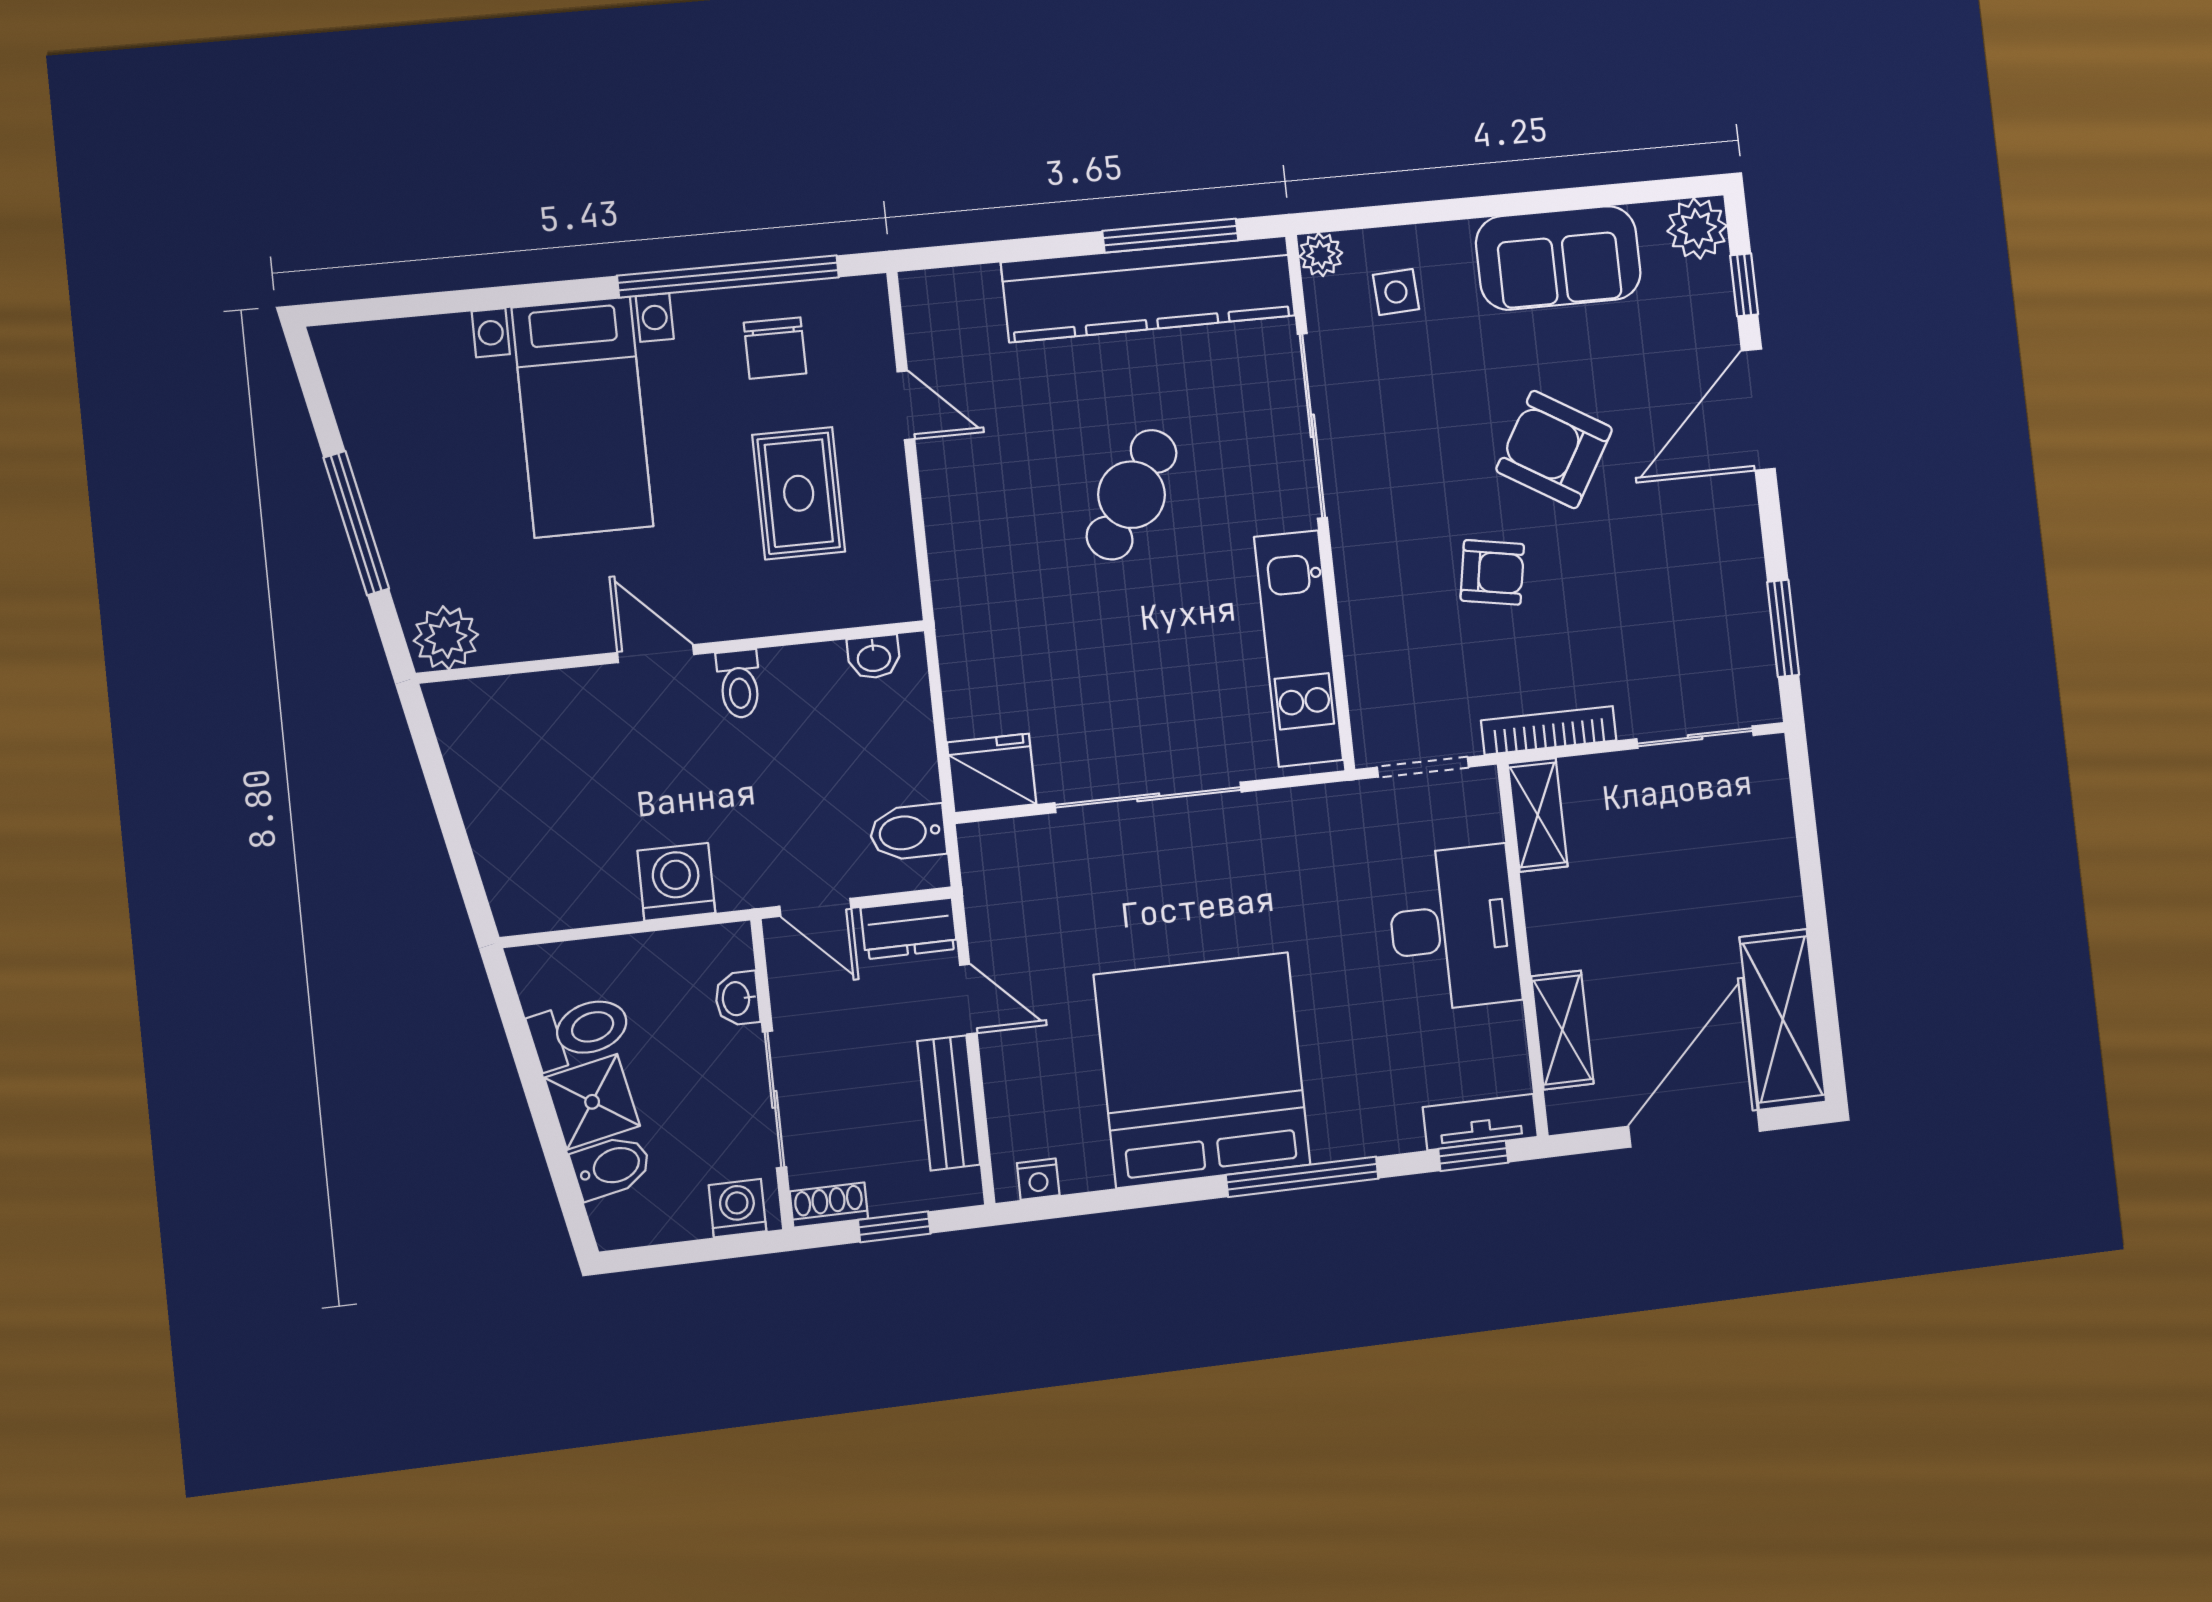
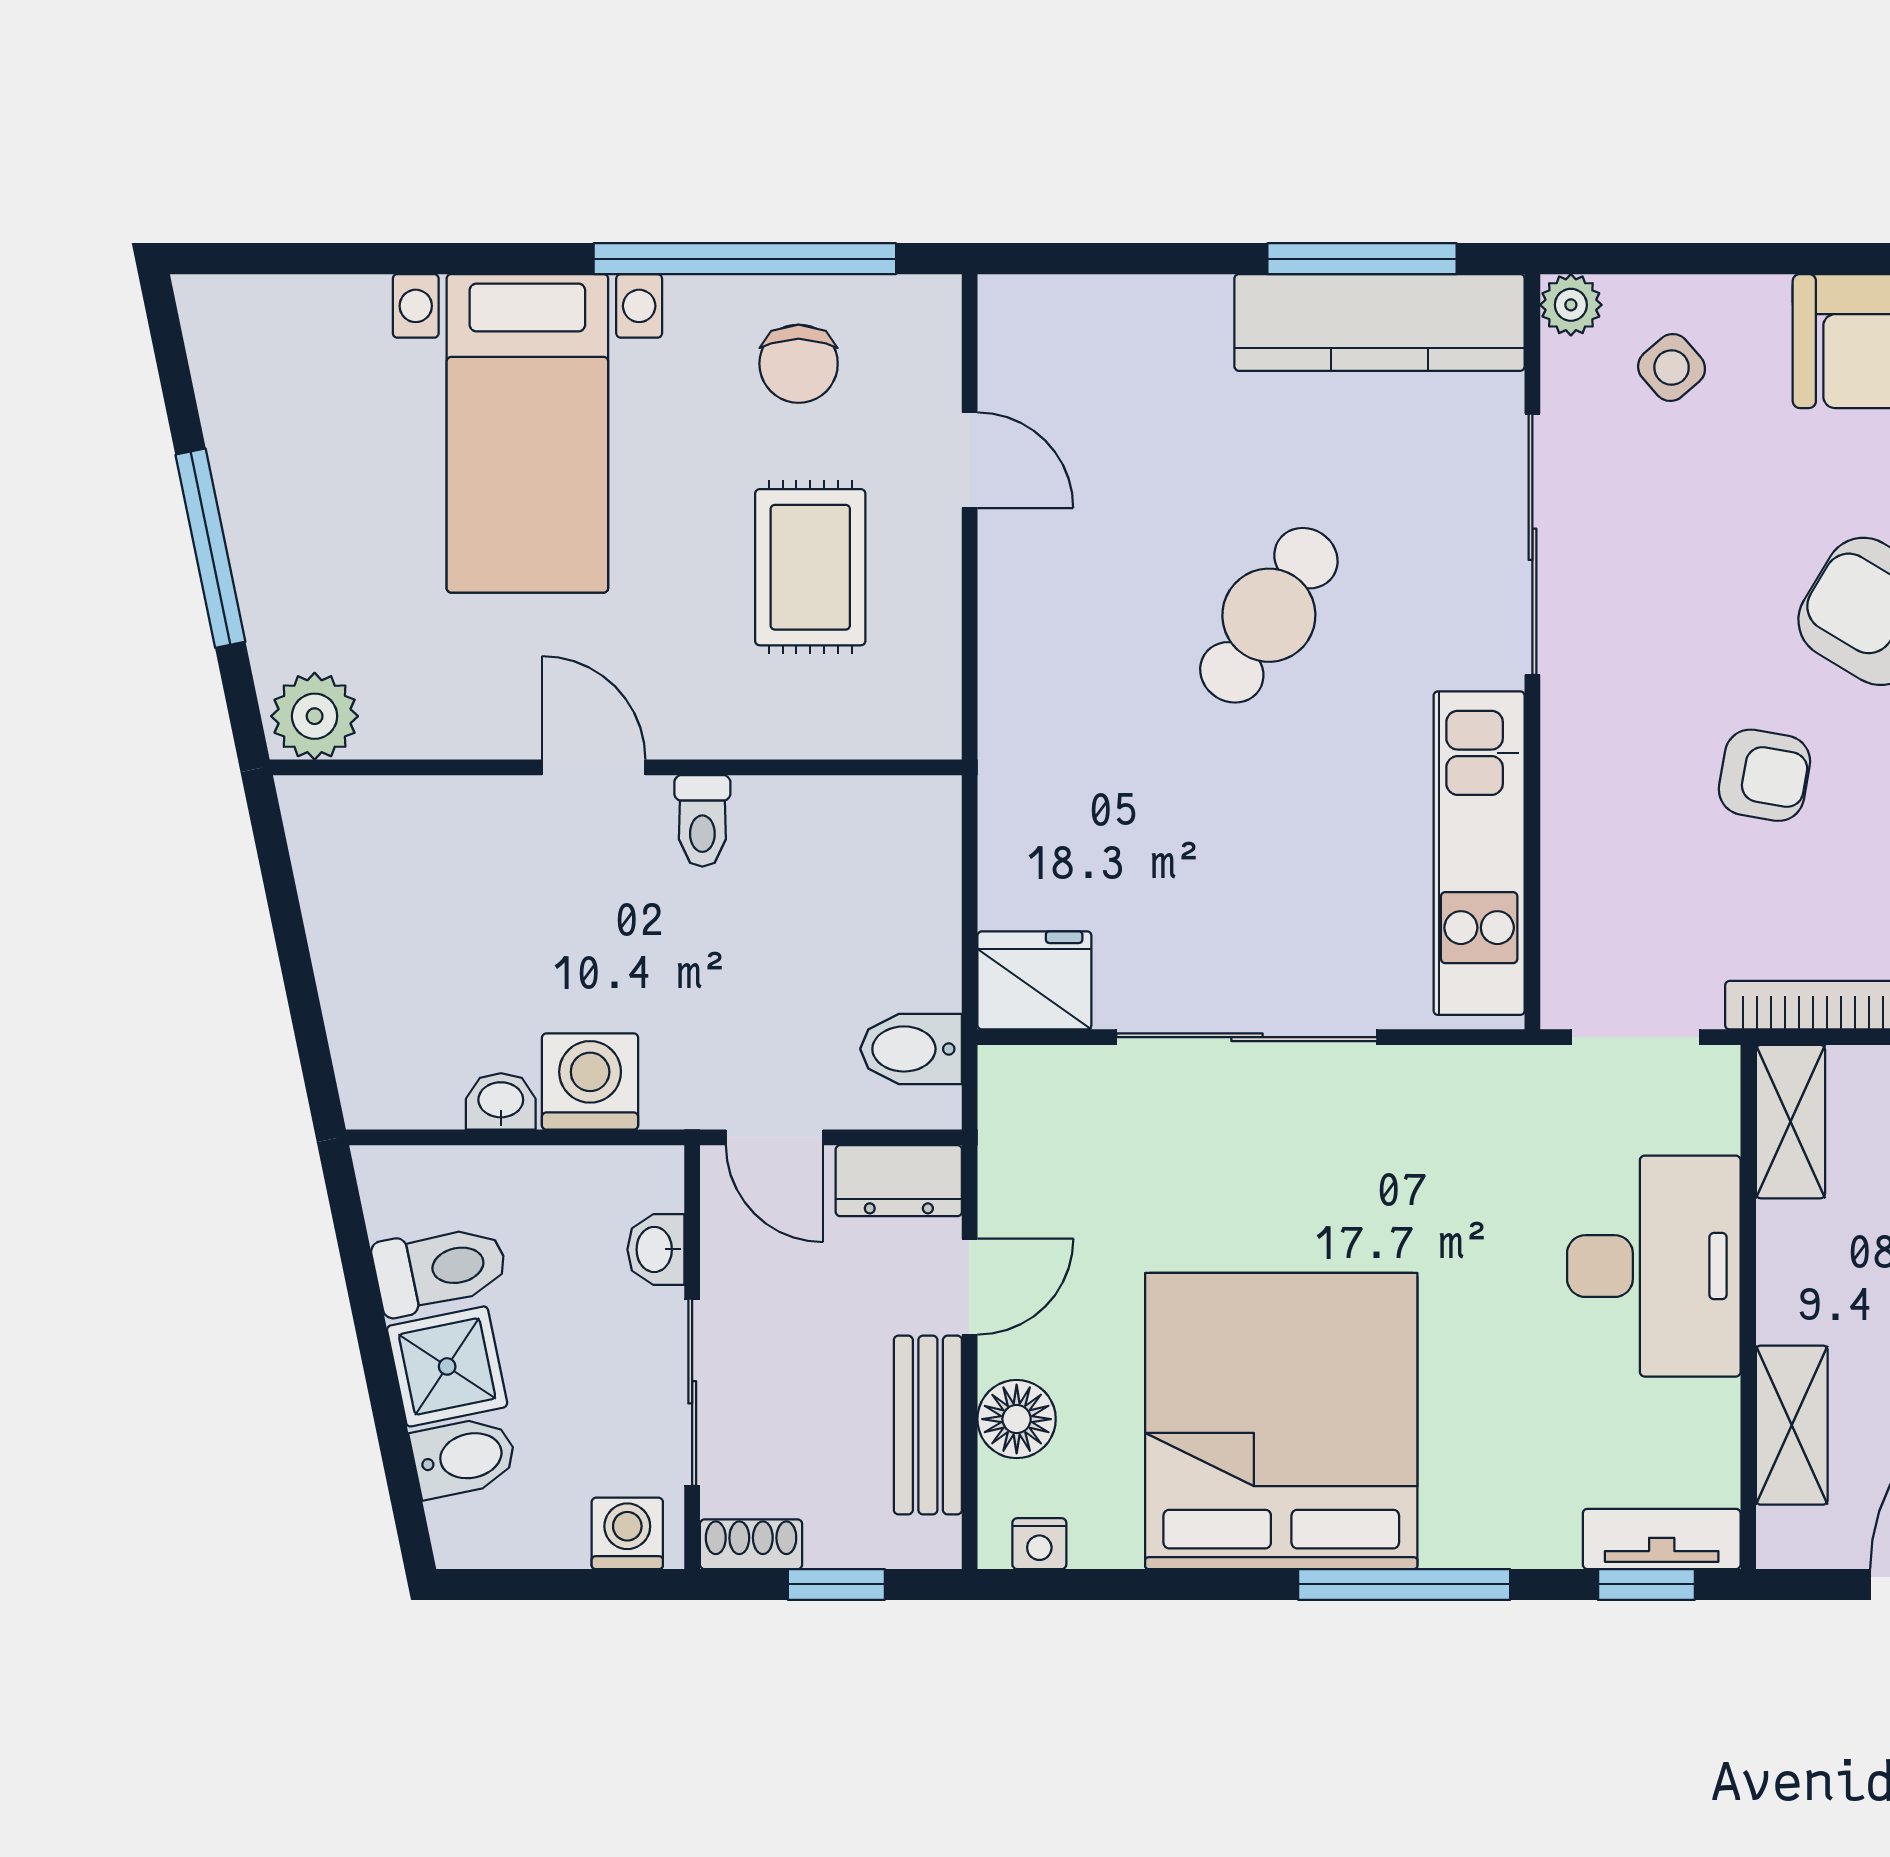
kitchen counter: (1148, 289) -> (1380, 322), width x0.72, depth x0.86
side table: (1396, 292) -> (1672, 367), turned -38
washbasin: (874, 657) -> (501, 1101), moved, turned 180
door: (968, 999) -> (970, 1287), hinge flipped
floor lamp: (1012, 1091) -> (1017, 1419), added

